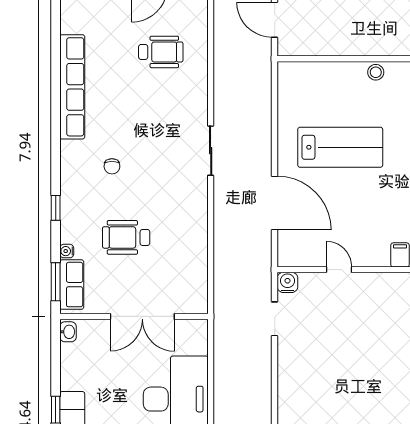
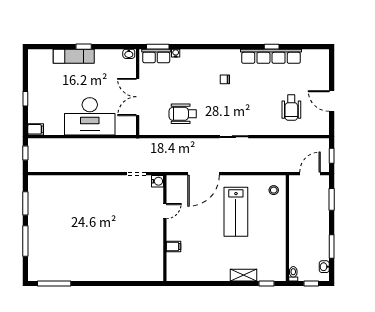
stool: (376, 72) -> (274, 190), moved
window: (56, 208) -> (272, 47), moved
wheelchair: (126, 237) -> (183, 114), moved, turned -90

